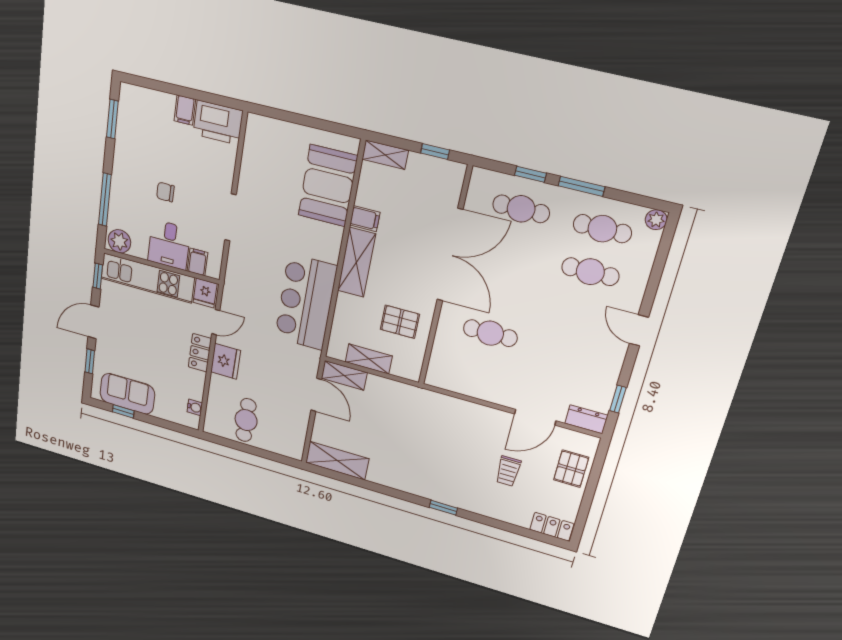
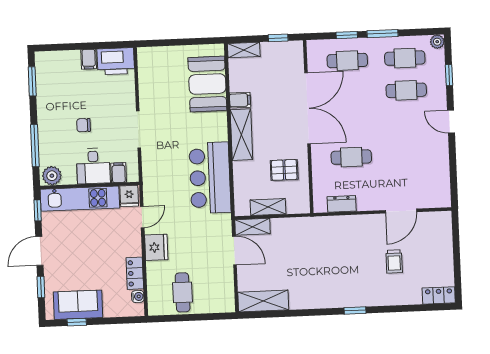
locker: (200, 353) -> (135, 273), moved
window: (618, 399) -> (449, 75), moved
dresser: (586, 419) -> (342, 204), moved
pallet: (571, 469) -> (438, 243), removed

